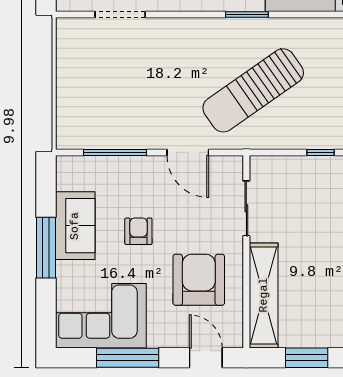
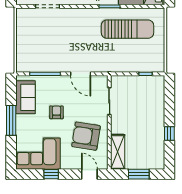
sun lounger: (253, 90) -> (127, 29), moved, turned -145
sofa: (75, 226) -> (26, 97), moved
armchair: (199, 280) -> (86, 136), turned -81
shelving: (264, 295) -> (118, 152), width x0.68
window: (128, 358) -> (51, 174), width x0.46

